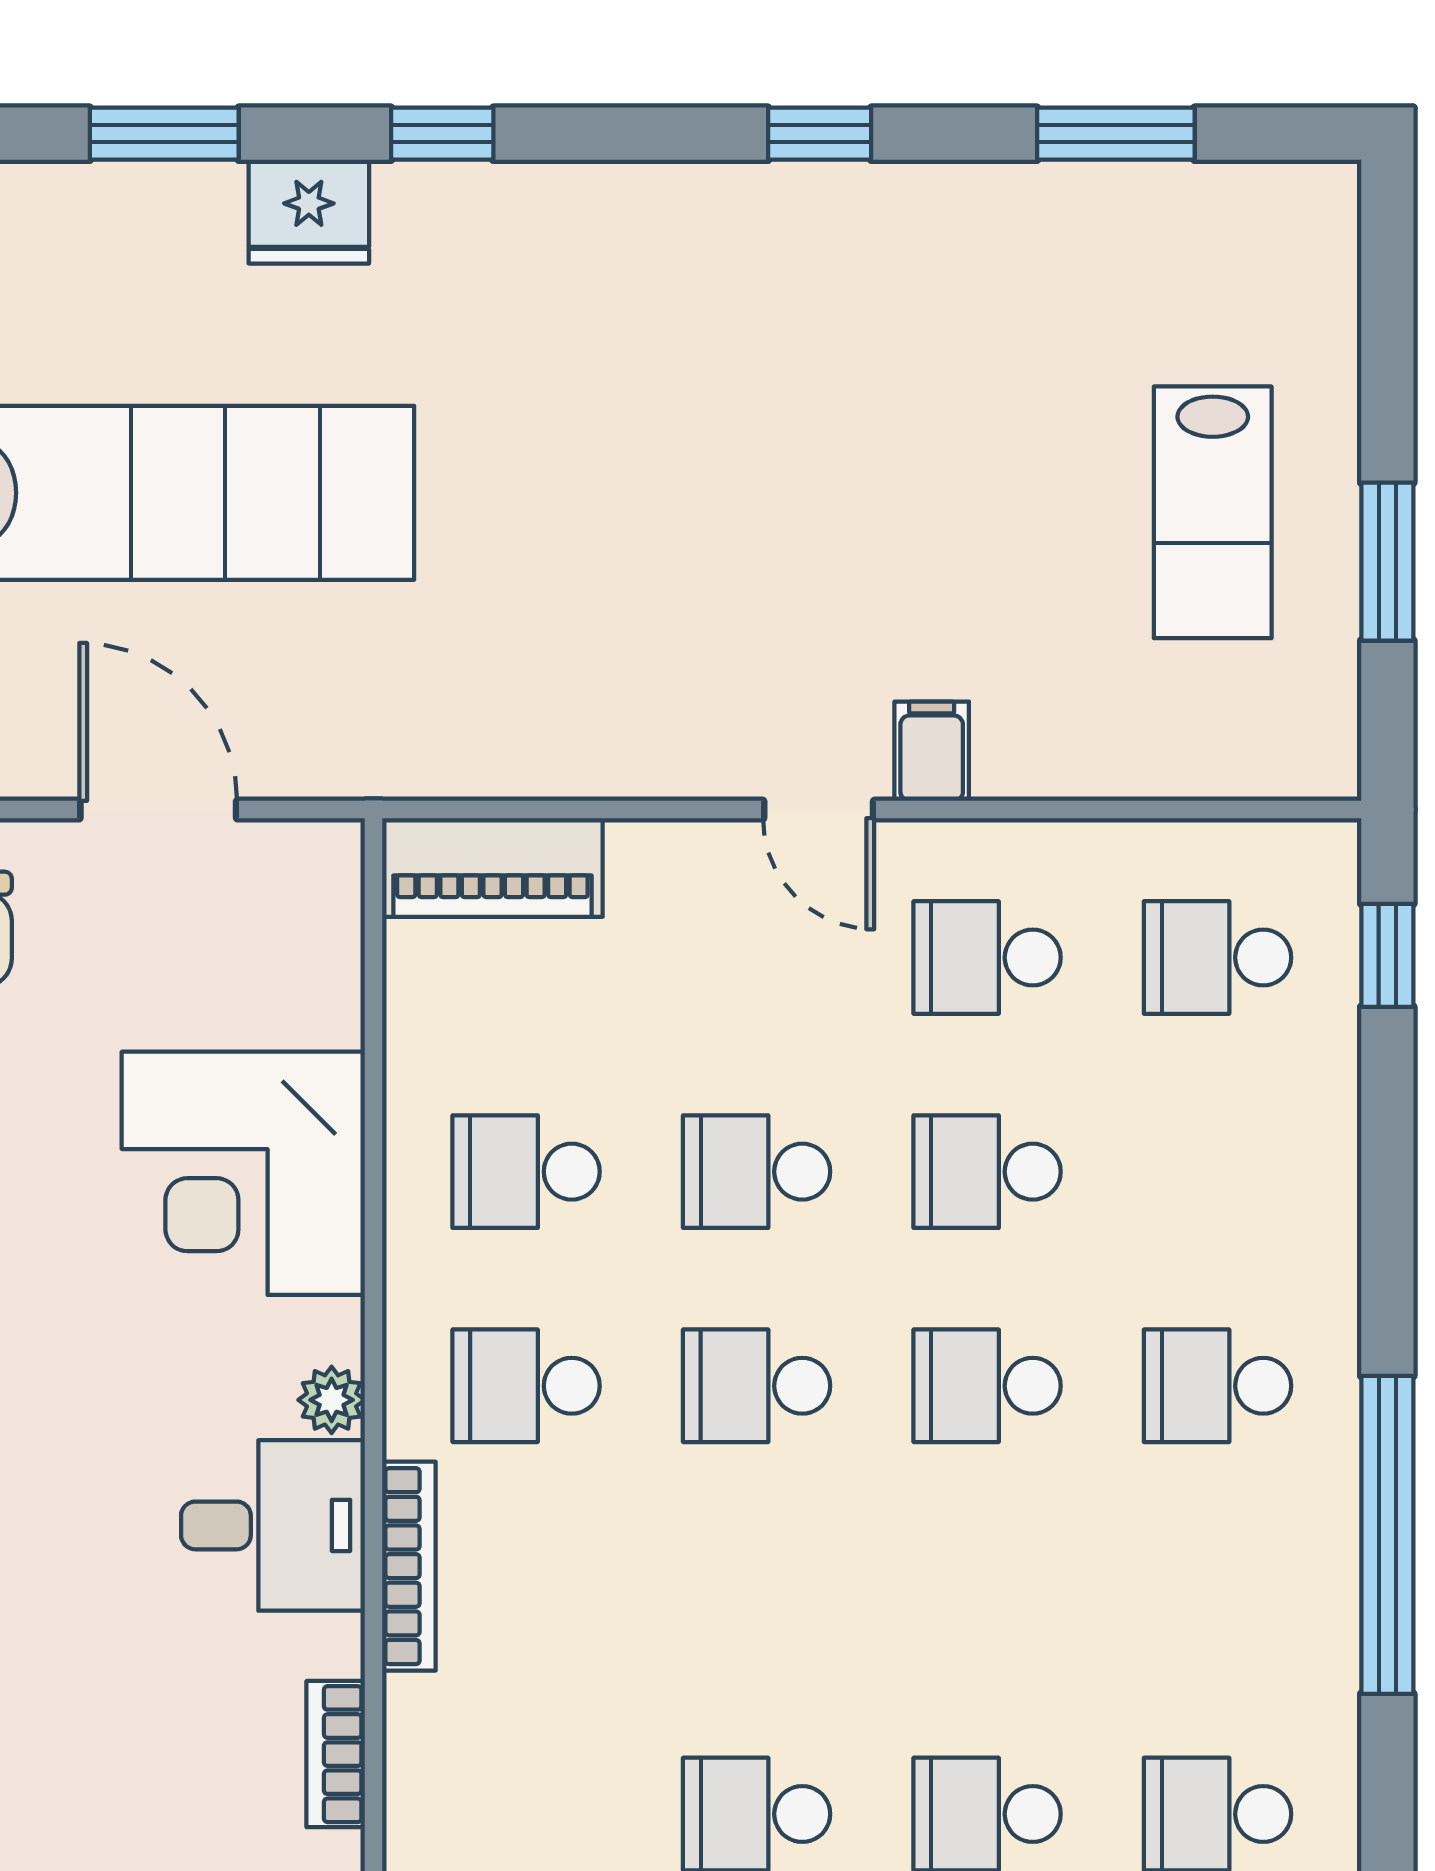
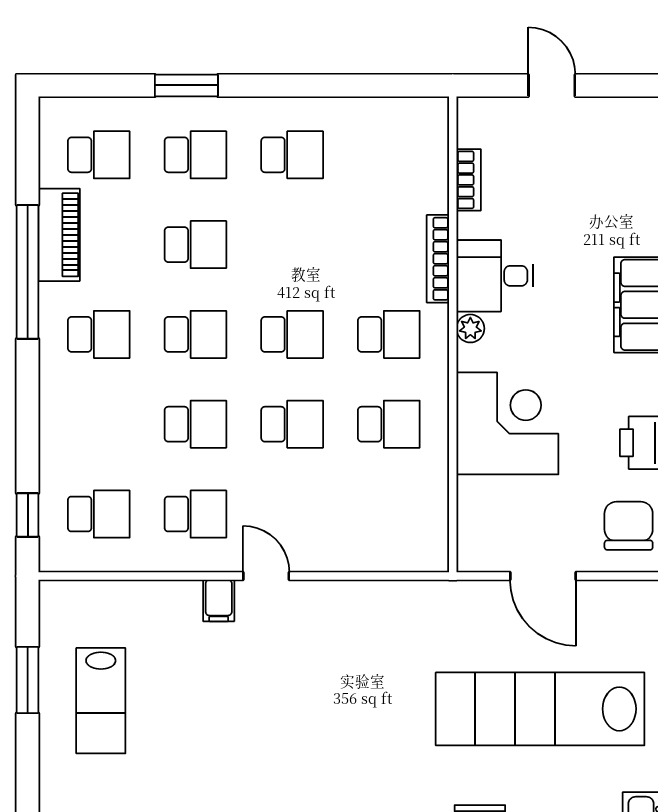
lab bench: (1213, 512) -> (101, 701), turned 180
piano: (492, 868) -> (59, 235), moved, turned 90
school desk: (987, 1600) -> (195, 245), added

